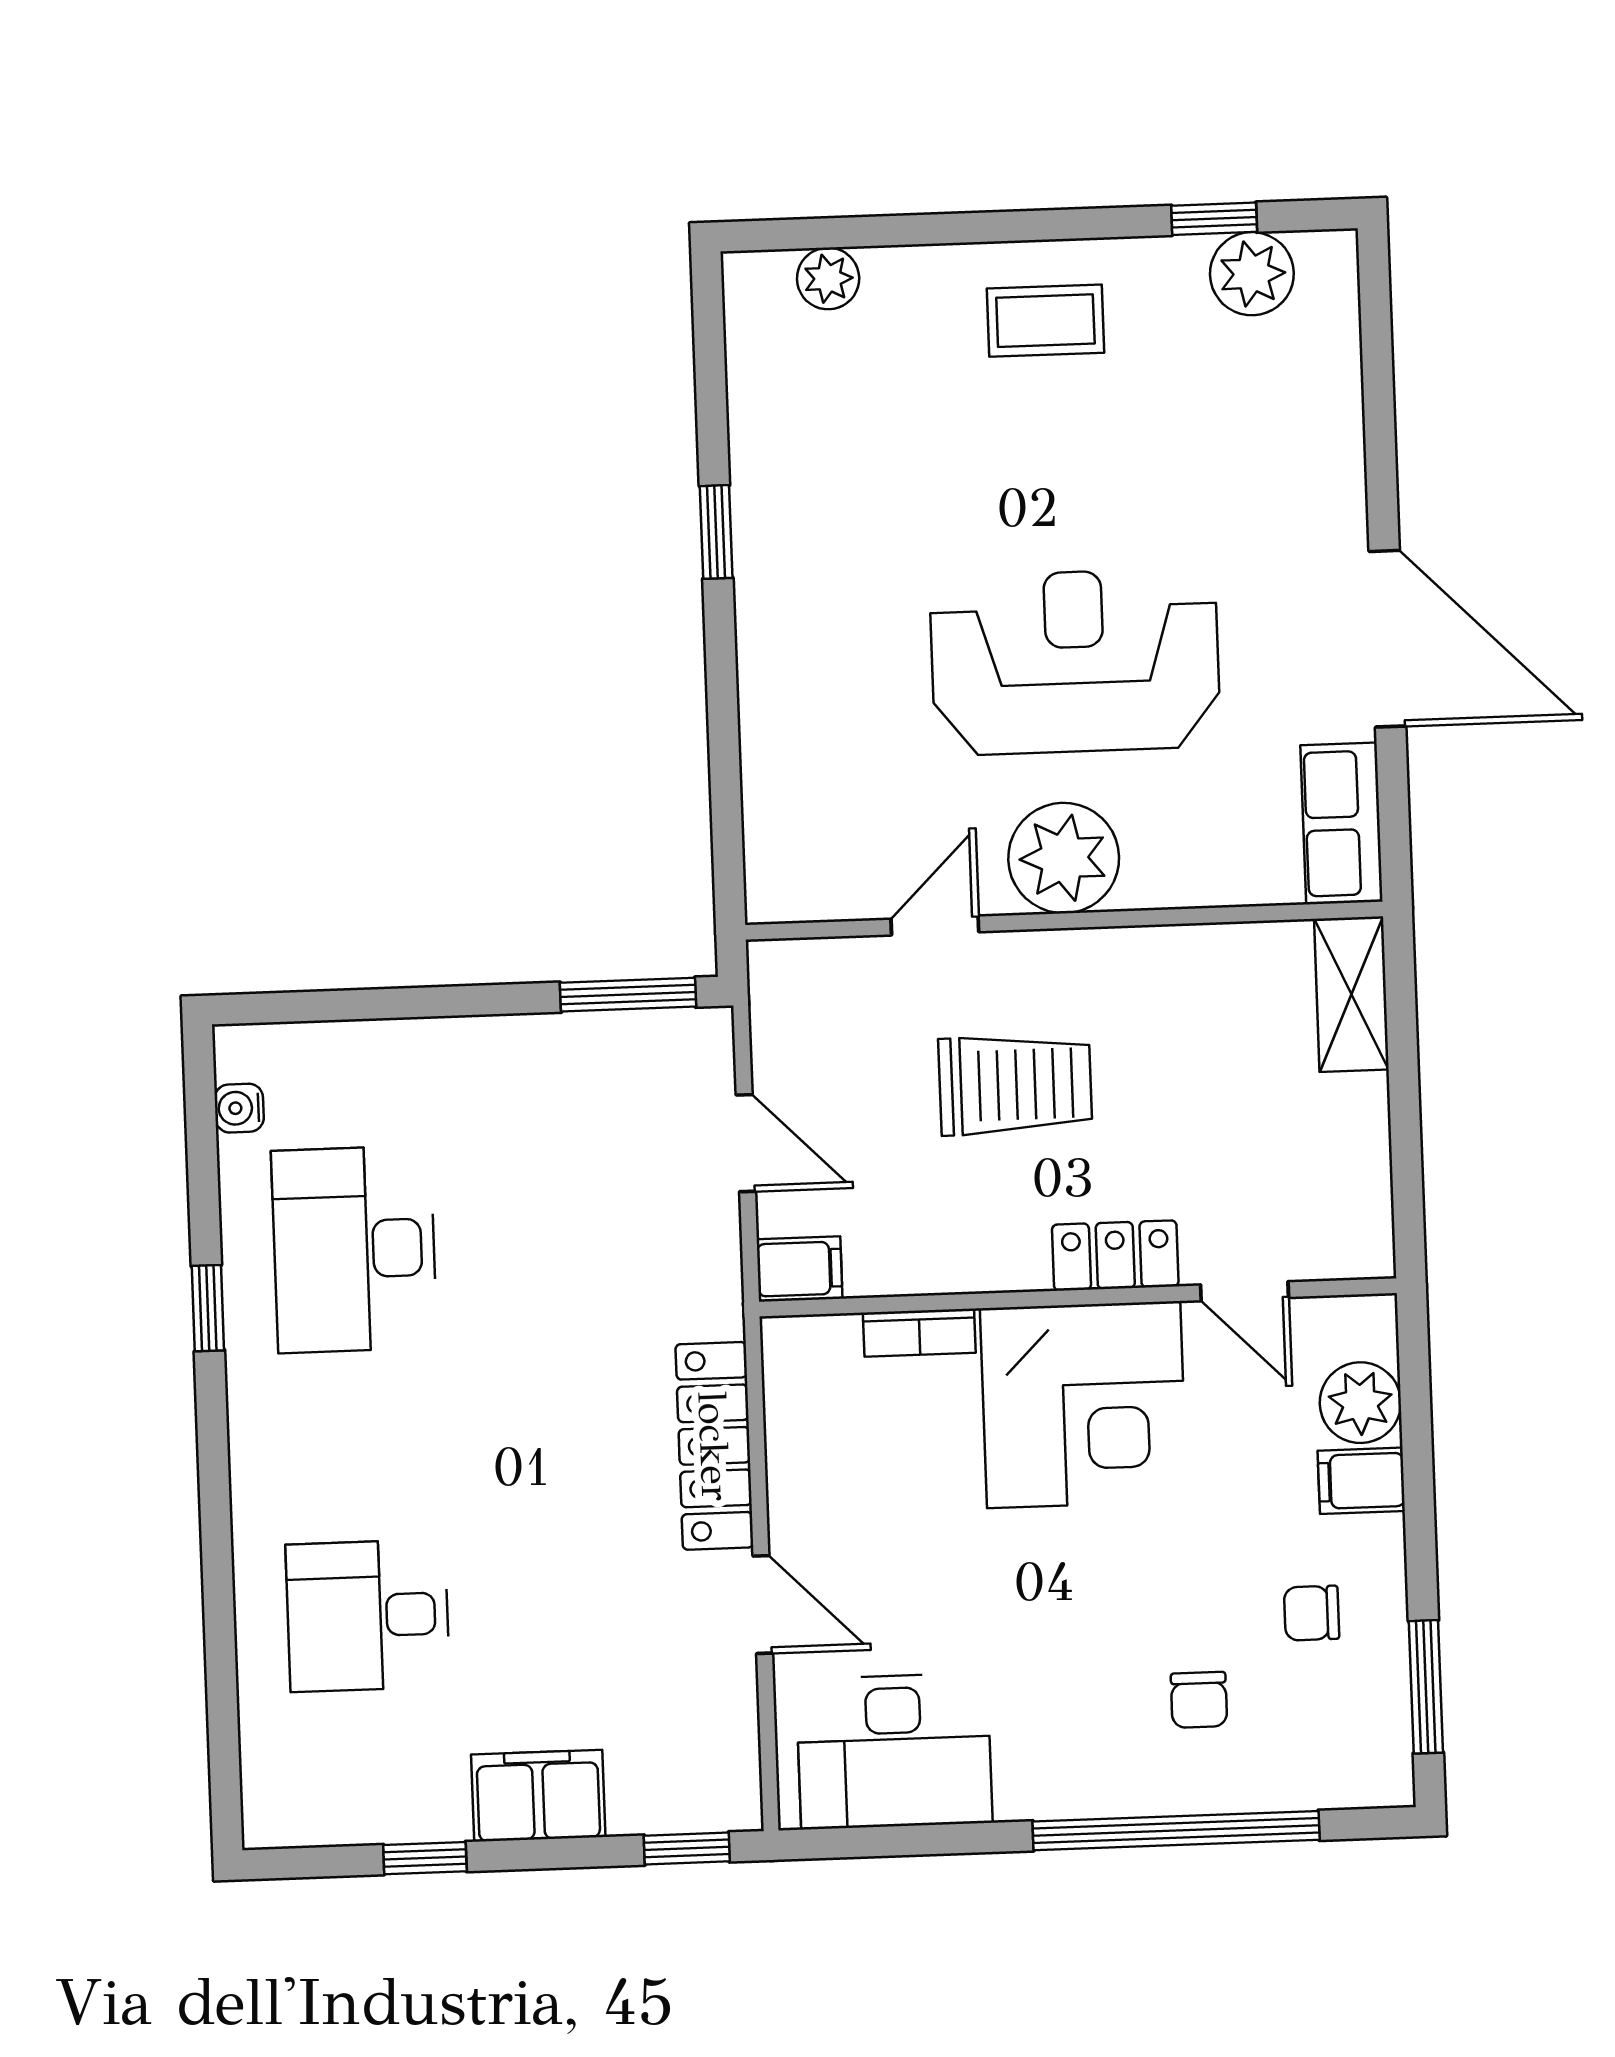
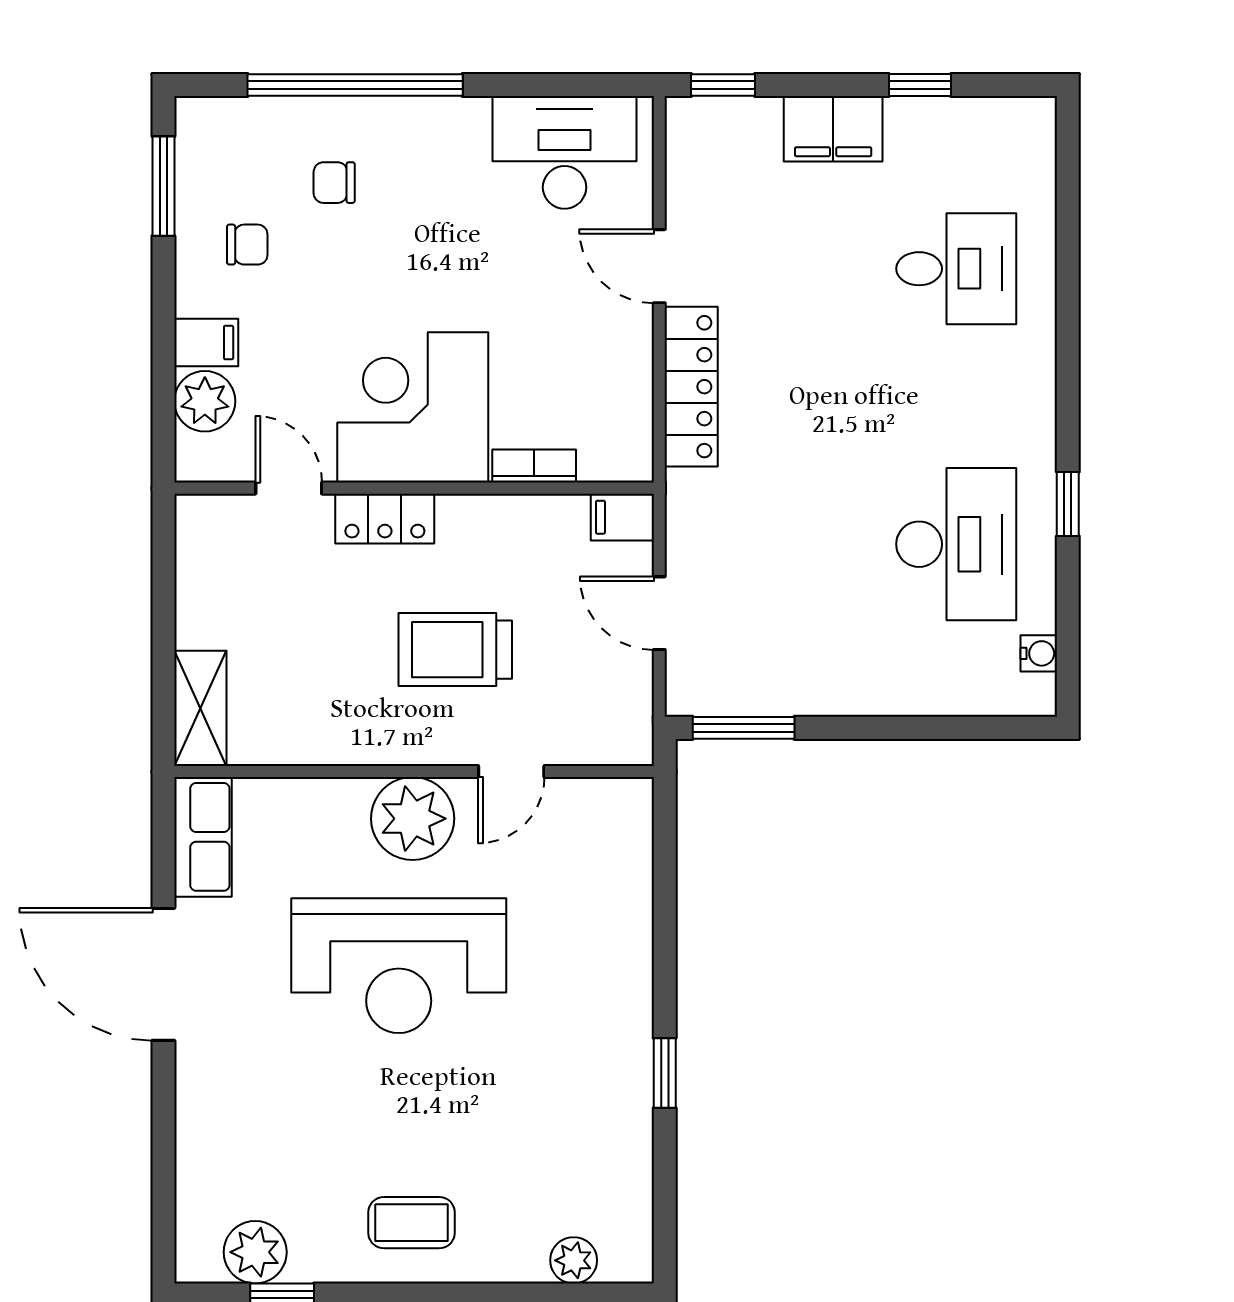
chair: (1199, 1700) -> (334, 183), turned -90

